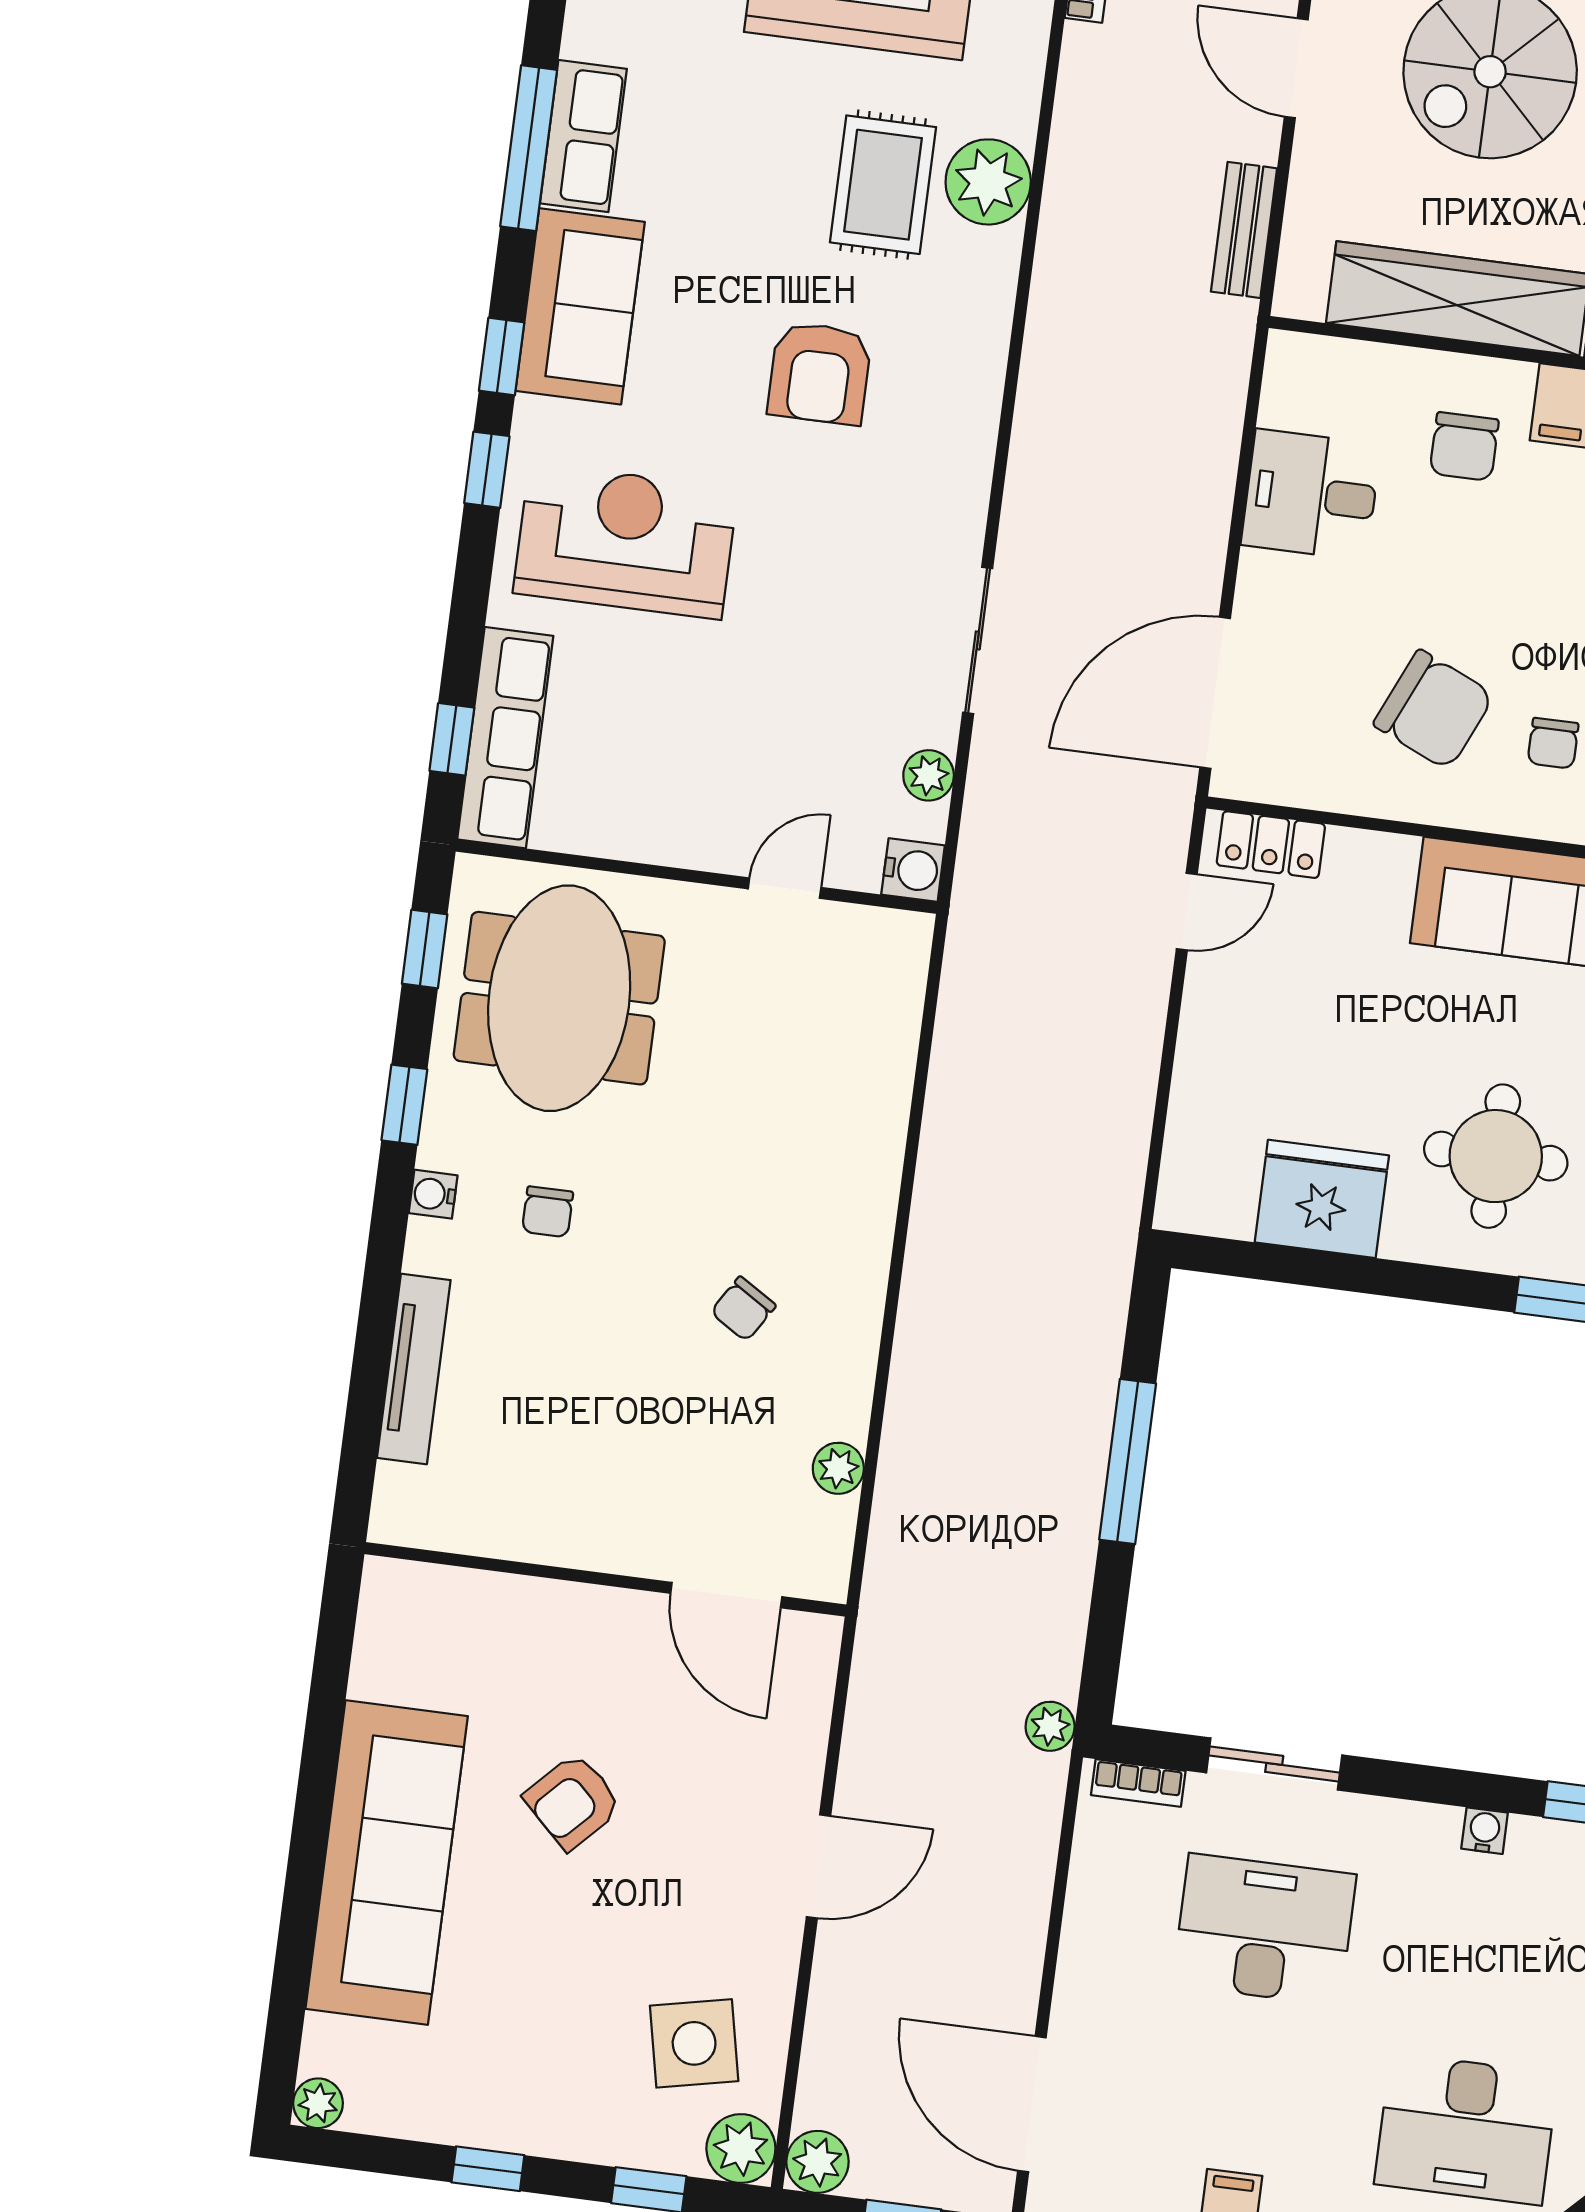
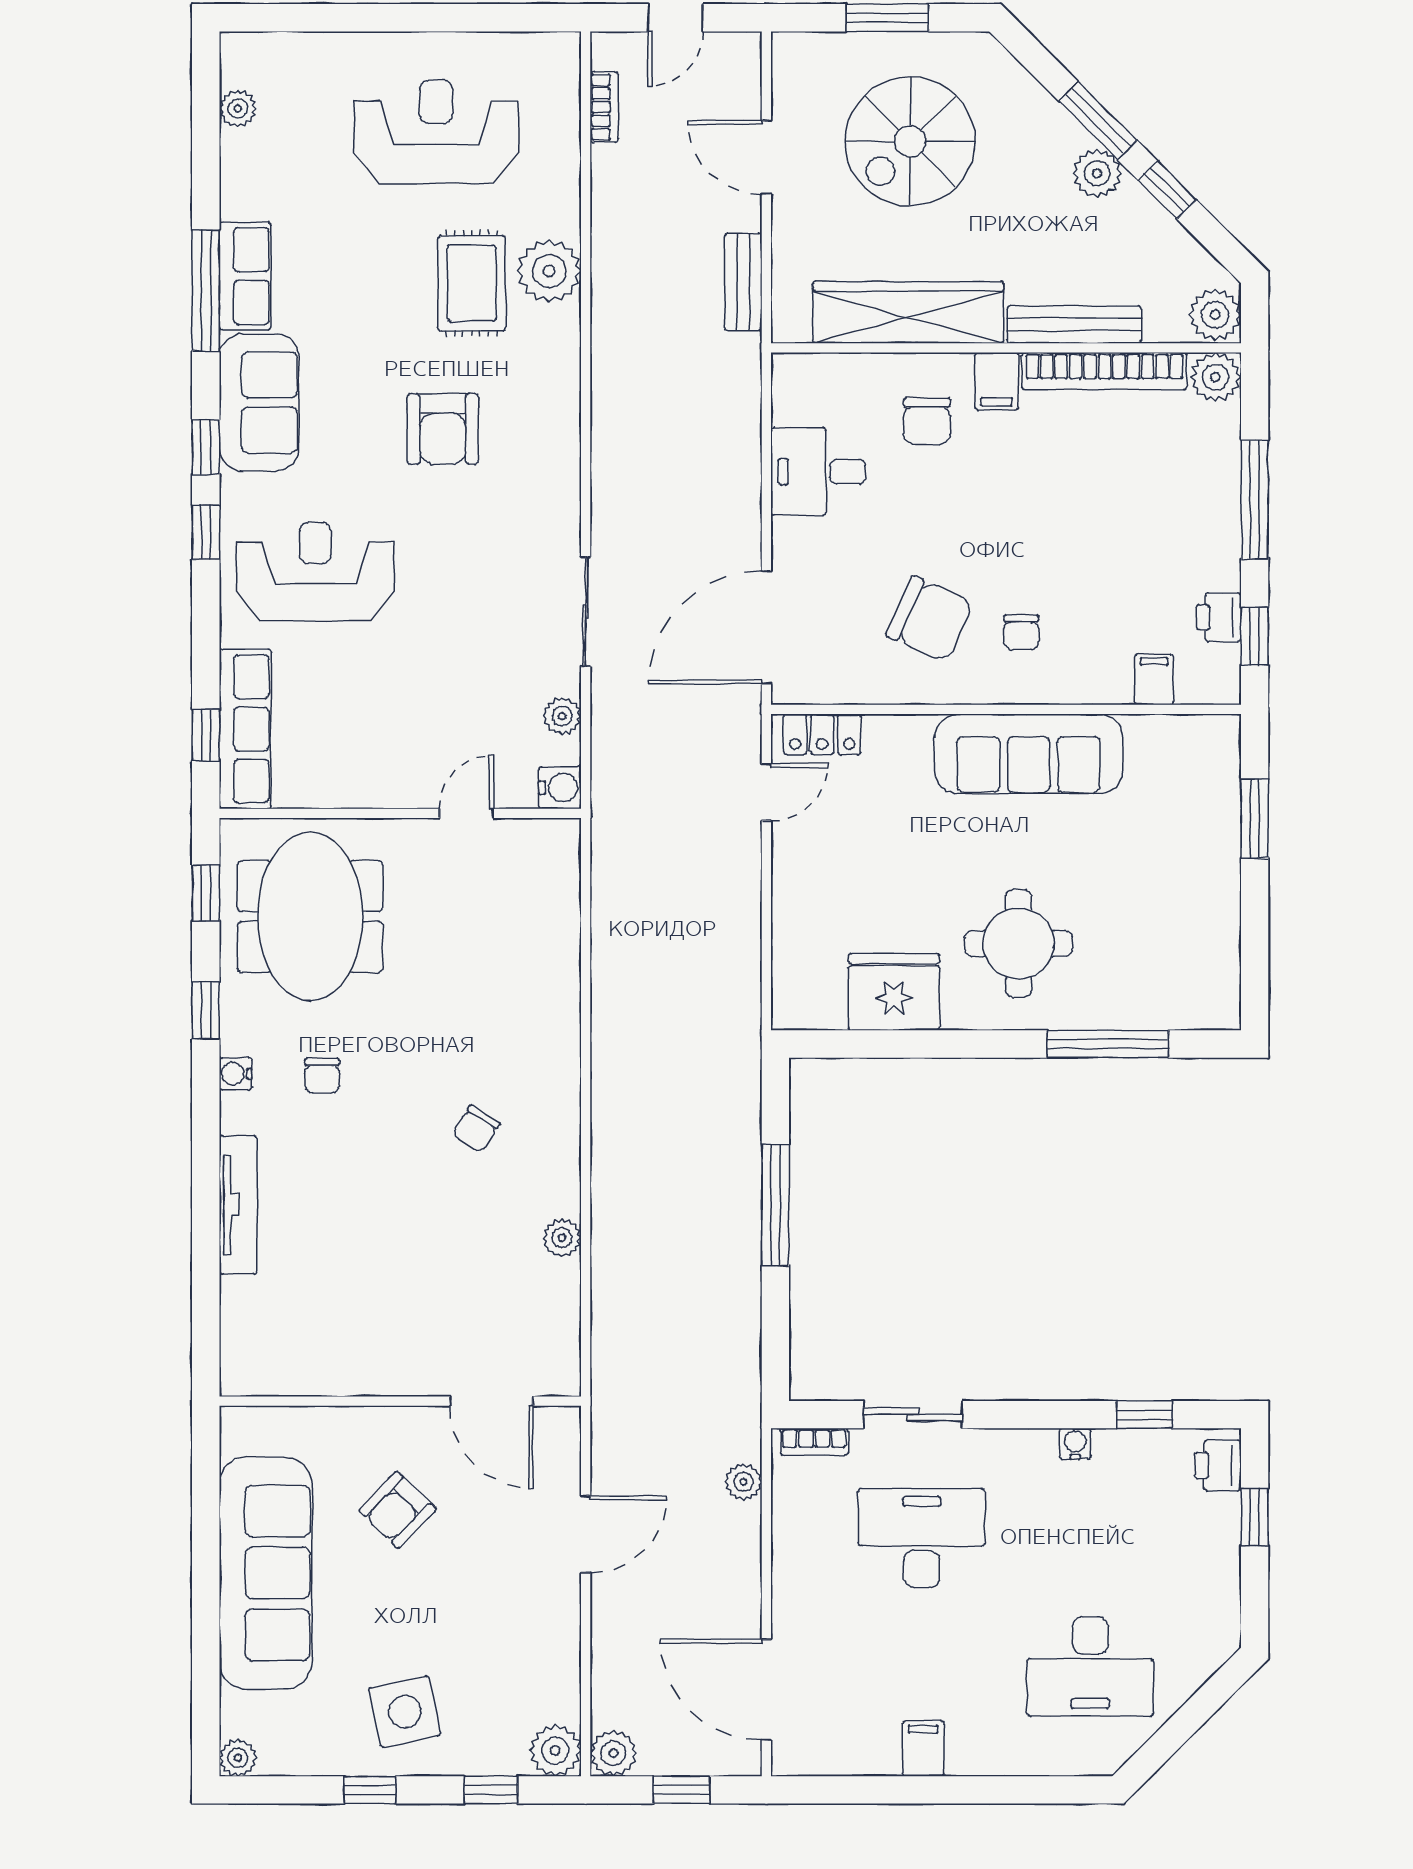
wall: (605, 1579) -> (400, 1401), moved
door: (726, 1595) -> (491, 1401), moved
plant: (1050, 1726) -> (744, 1482), moved
side table: (694, 2043) -> (405, 1712), moved

